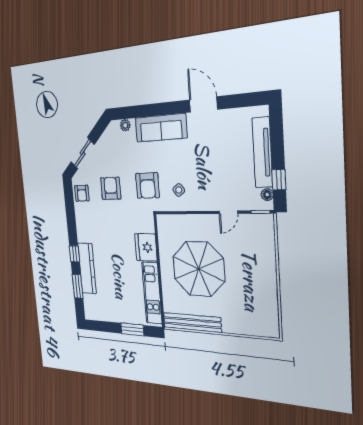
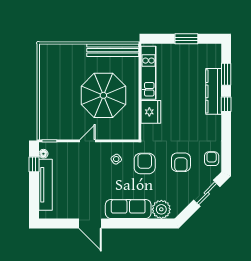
plant: (125, 125) -> (161, 209), width x1.88, depth x1.88
door: (228, 212) -> (88, 141), moved
window: (132, 329) -> (186, 39), moved

